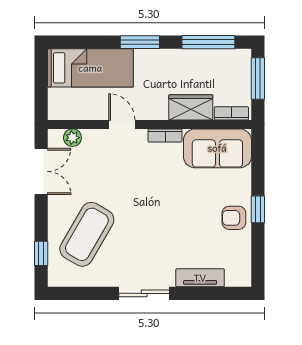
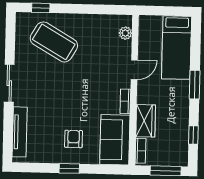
window: (208, 42) -> (193, 135), width x0.46
double door: (41, 171) -> (101, 9), removed
armchair: (234, 218) -> (74, 139), moved
tv unit: (200, 278) -> (20, 132), width x1.41

